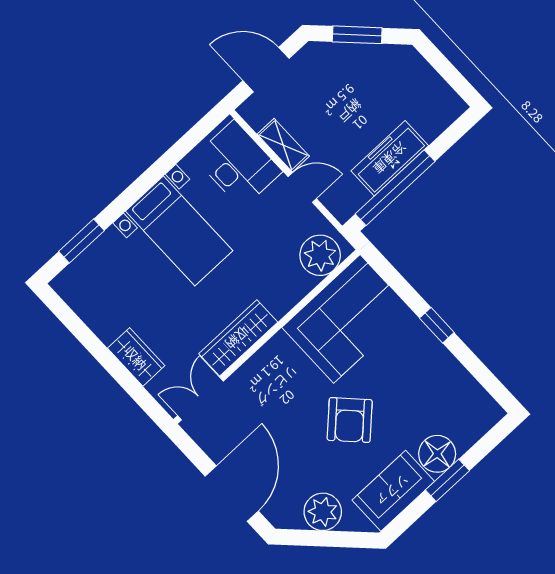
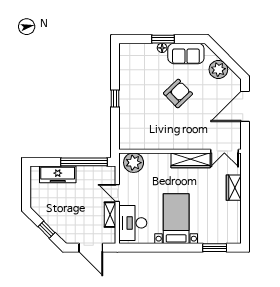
window: (357, 35) -> (46, 230), width x0.67
freezer: (390, 158) -> (58, 174), moved
corner sofa: (347, 319) -> (145, 131), removed
floor lamp: (437, 454) -> (162, 48), width x0.53, depth x0.53

